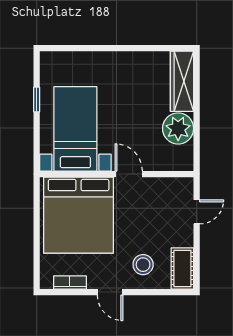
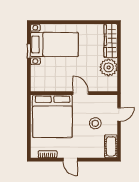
bed with nightstands: (75, 129) -> (54, 44), moved, turned 90
stool: (143, 265) -> (95, 123), moved

